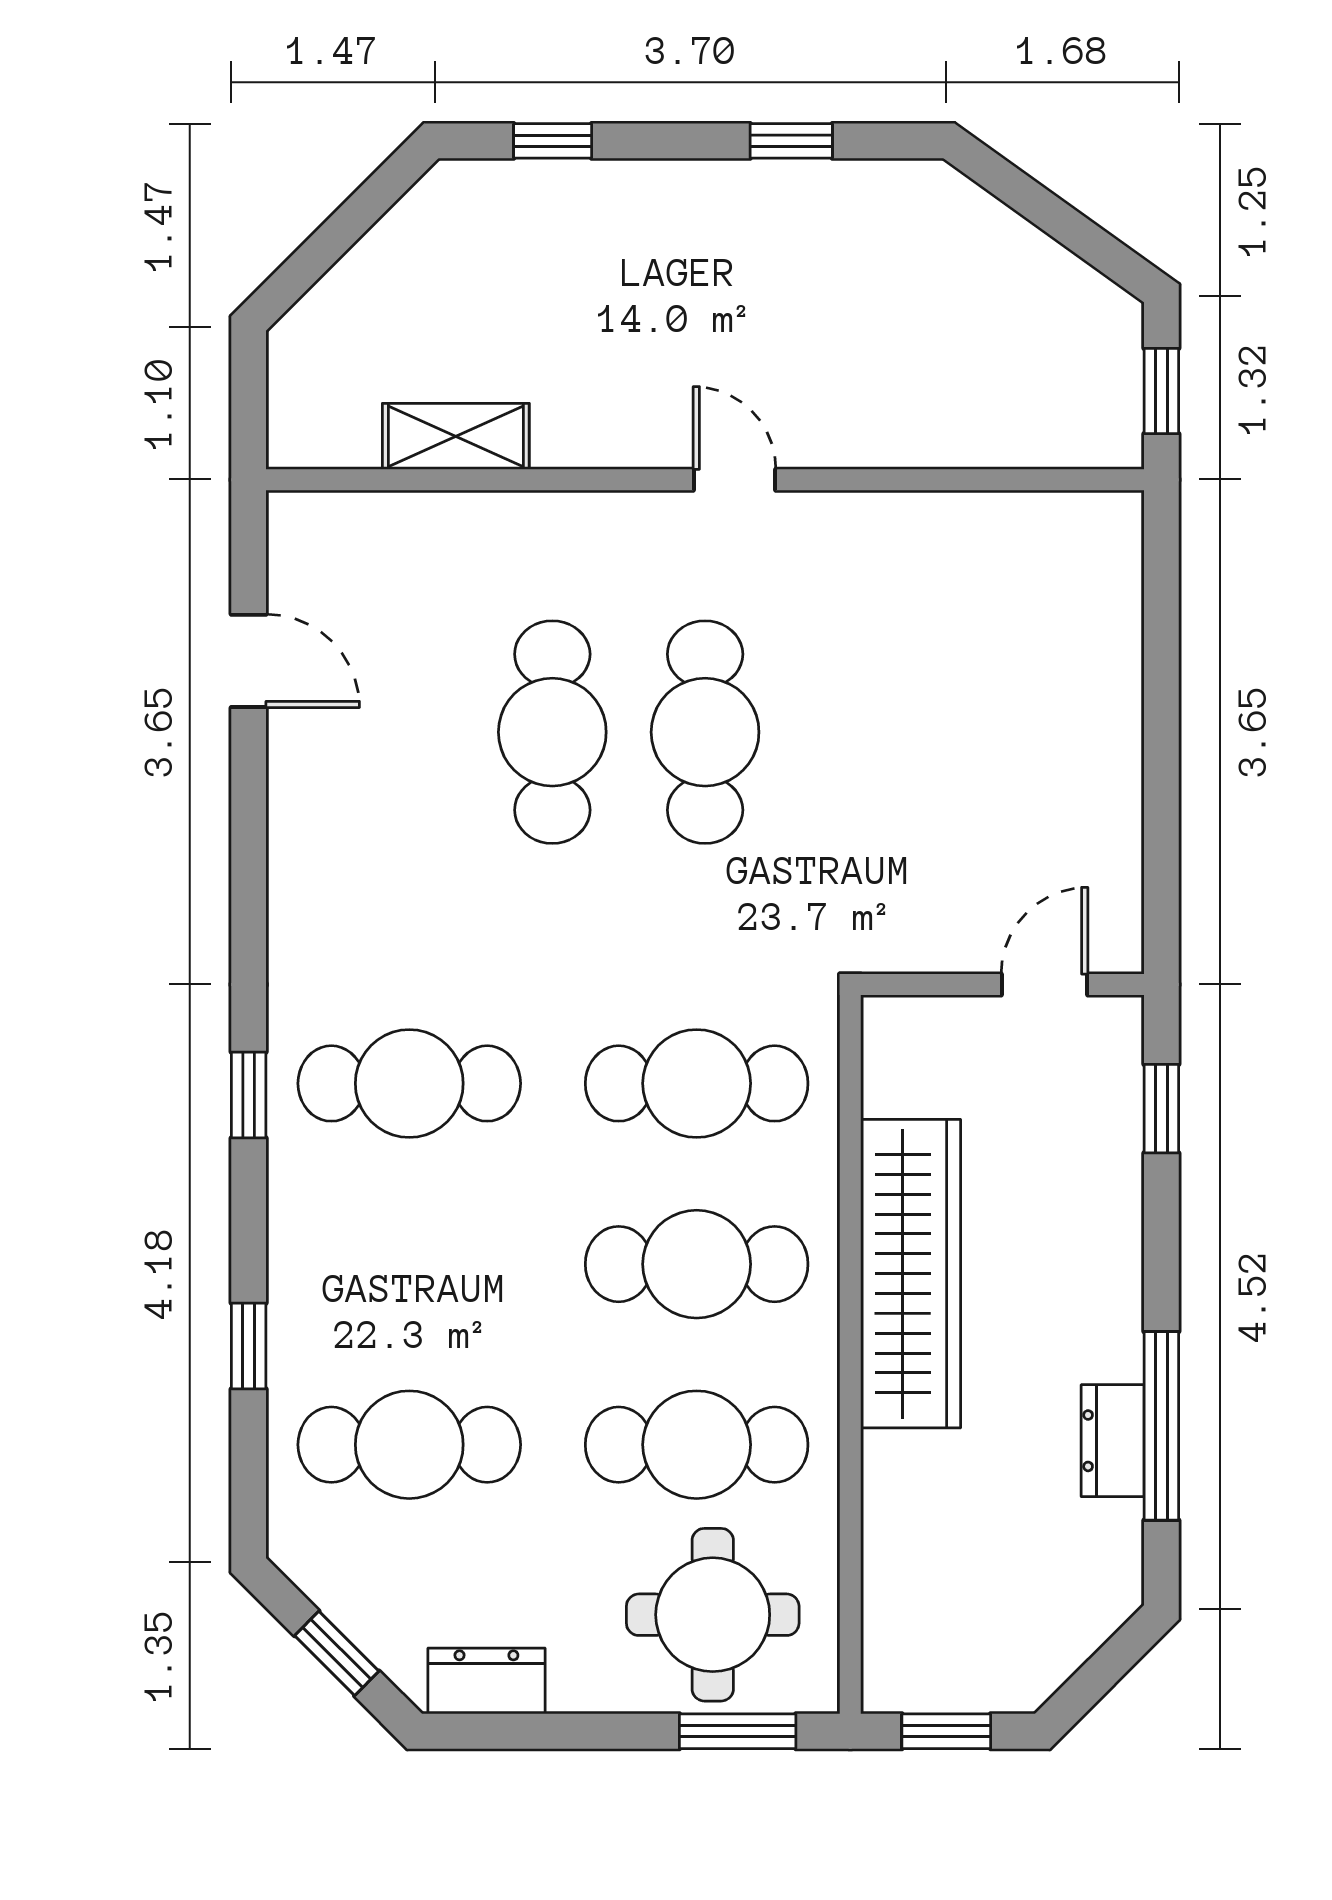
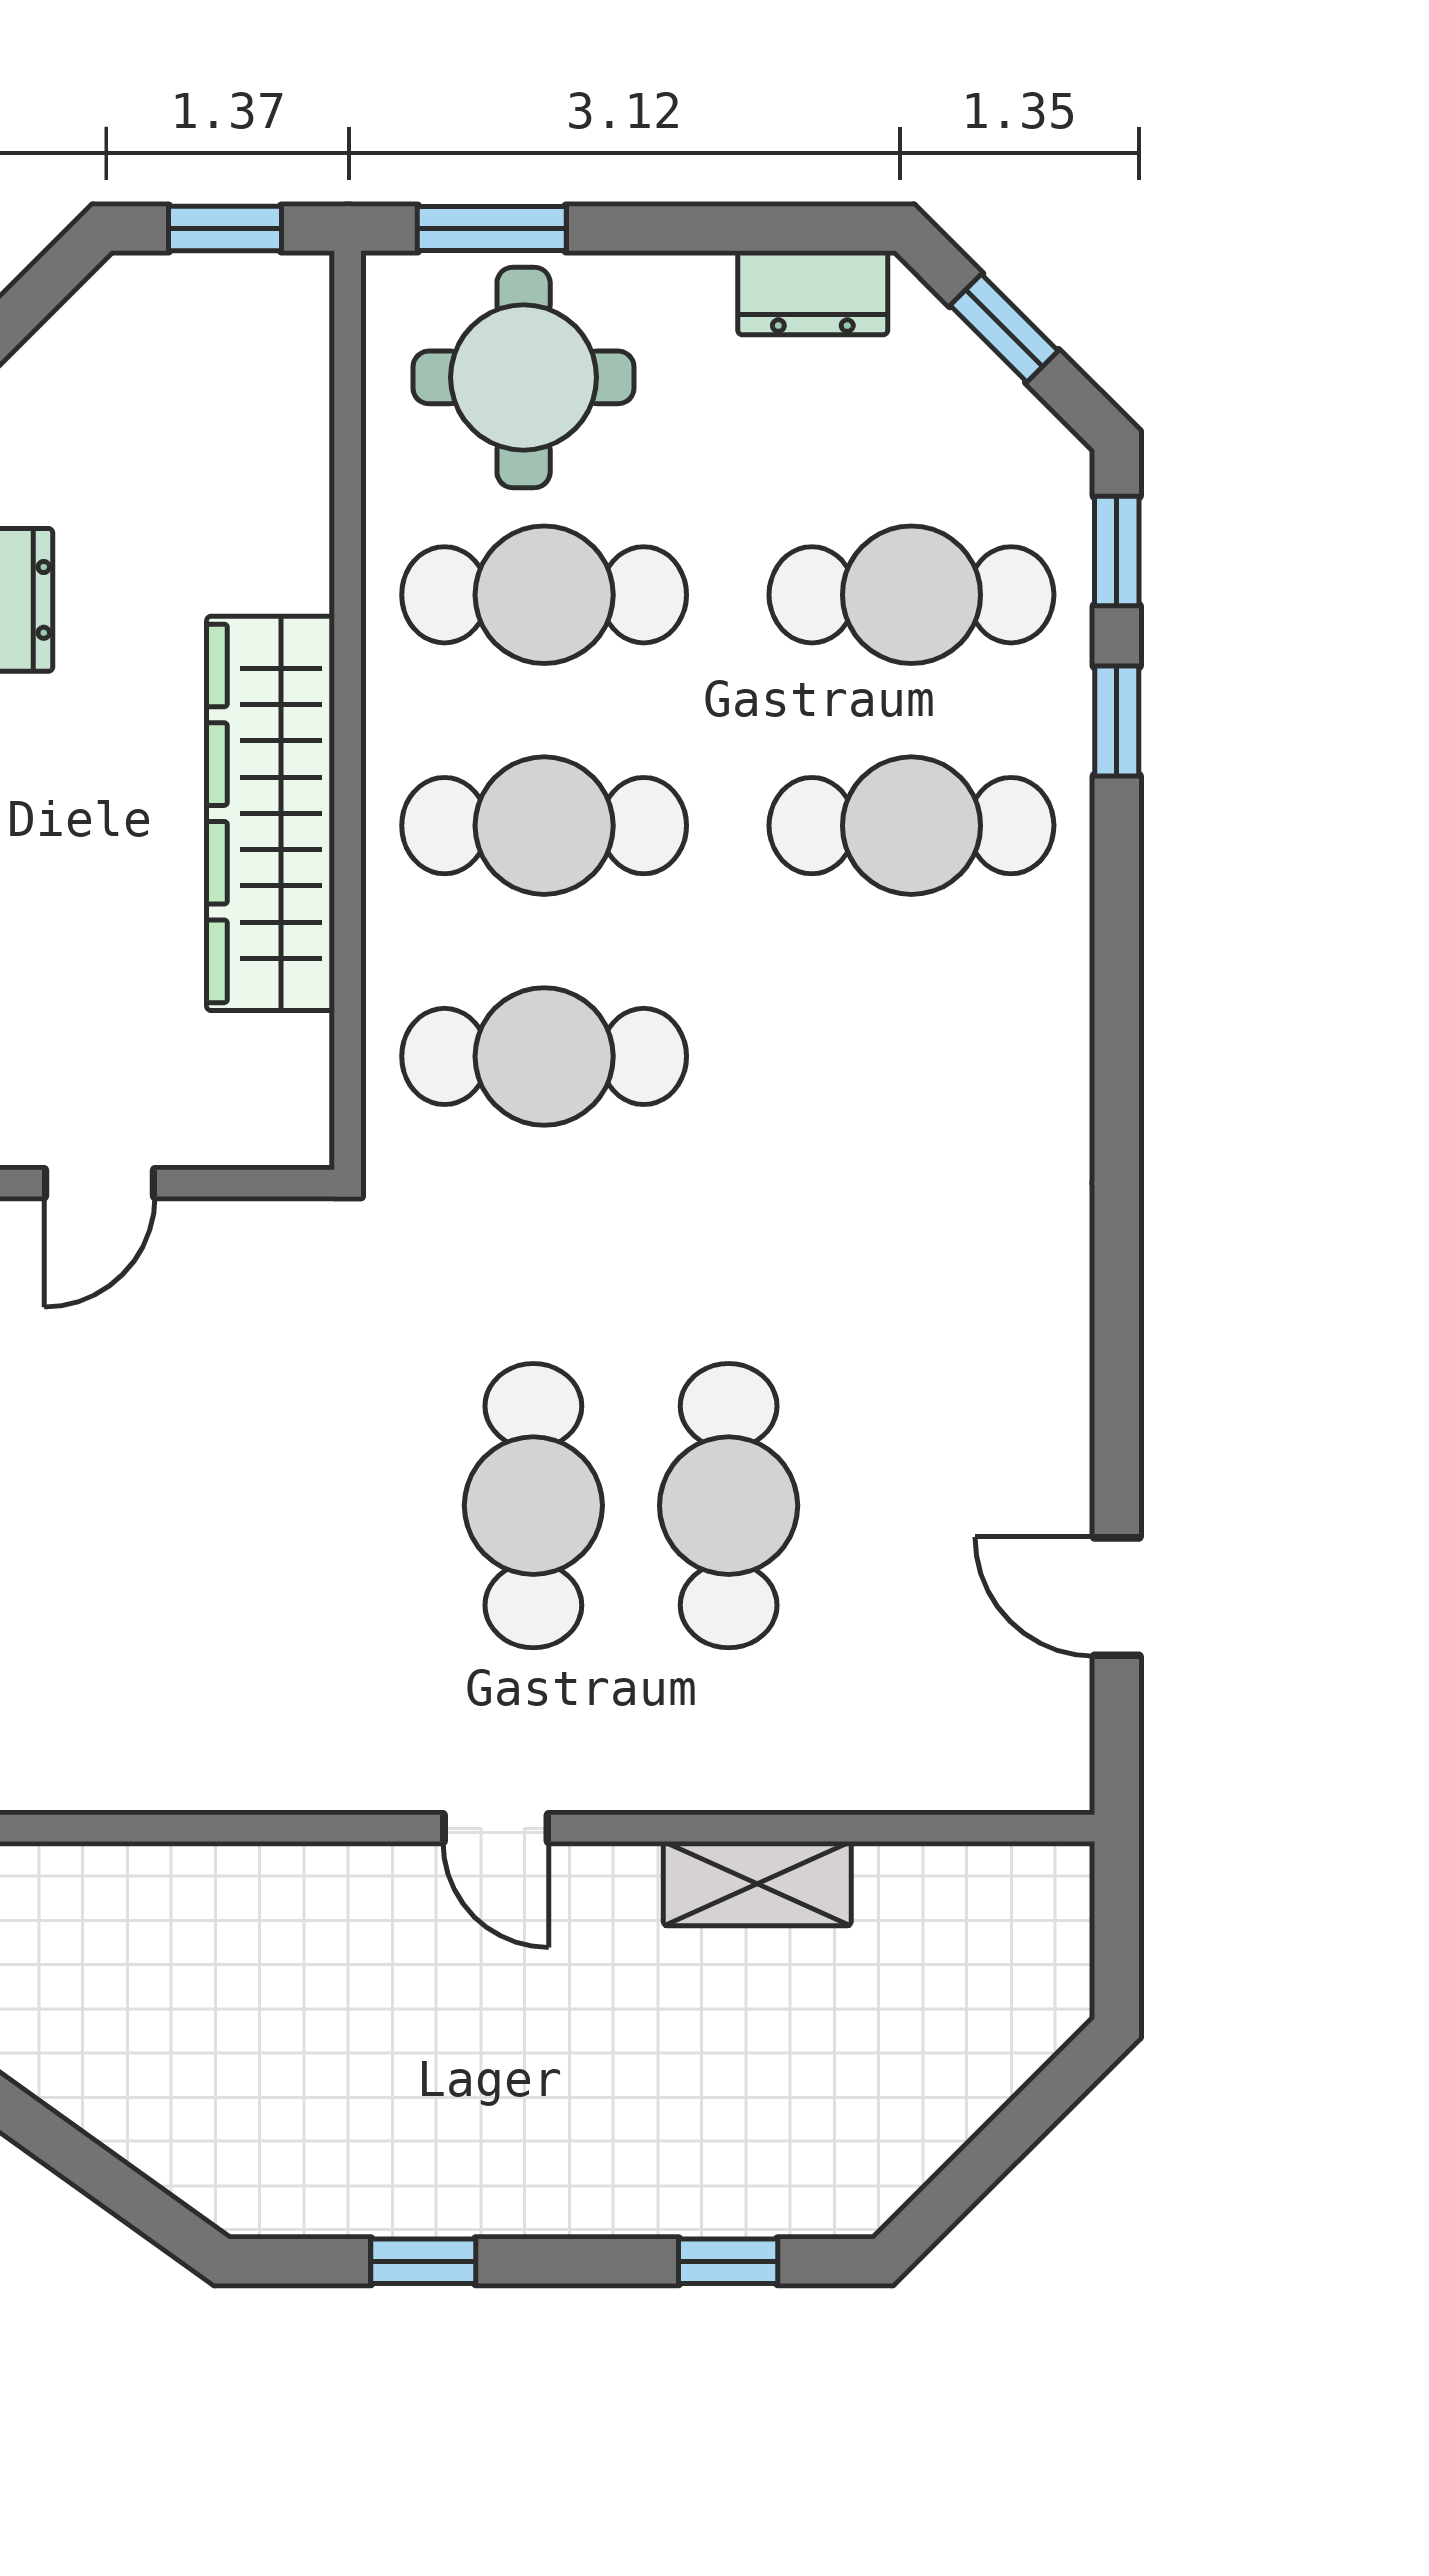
shelving: (456, 436) -> (757, 1884), moved
cafe table: (409, 1083) -> (911, 826), moved
window: (249, 1095) -> (1117, 551), moved

